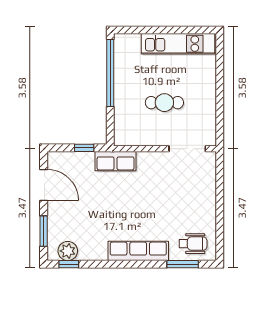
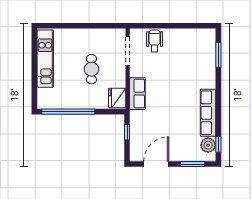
fridge: (128, 135) -> (117, 98), added
row of seats: (116, 161) -> (137, 94), moved
wheelchair: (193, 244) -> (155, 41), moved
row of seats: (138, 251) -> (208, 113), moved

